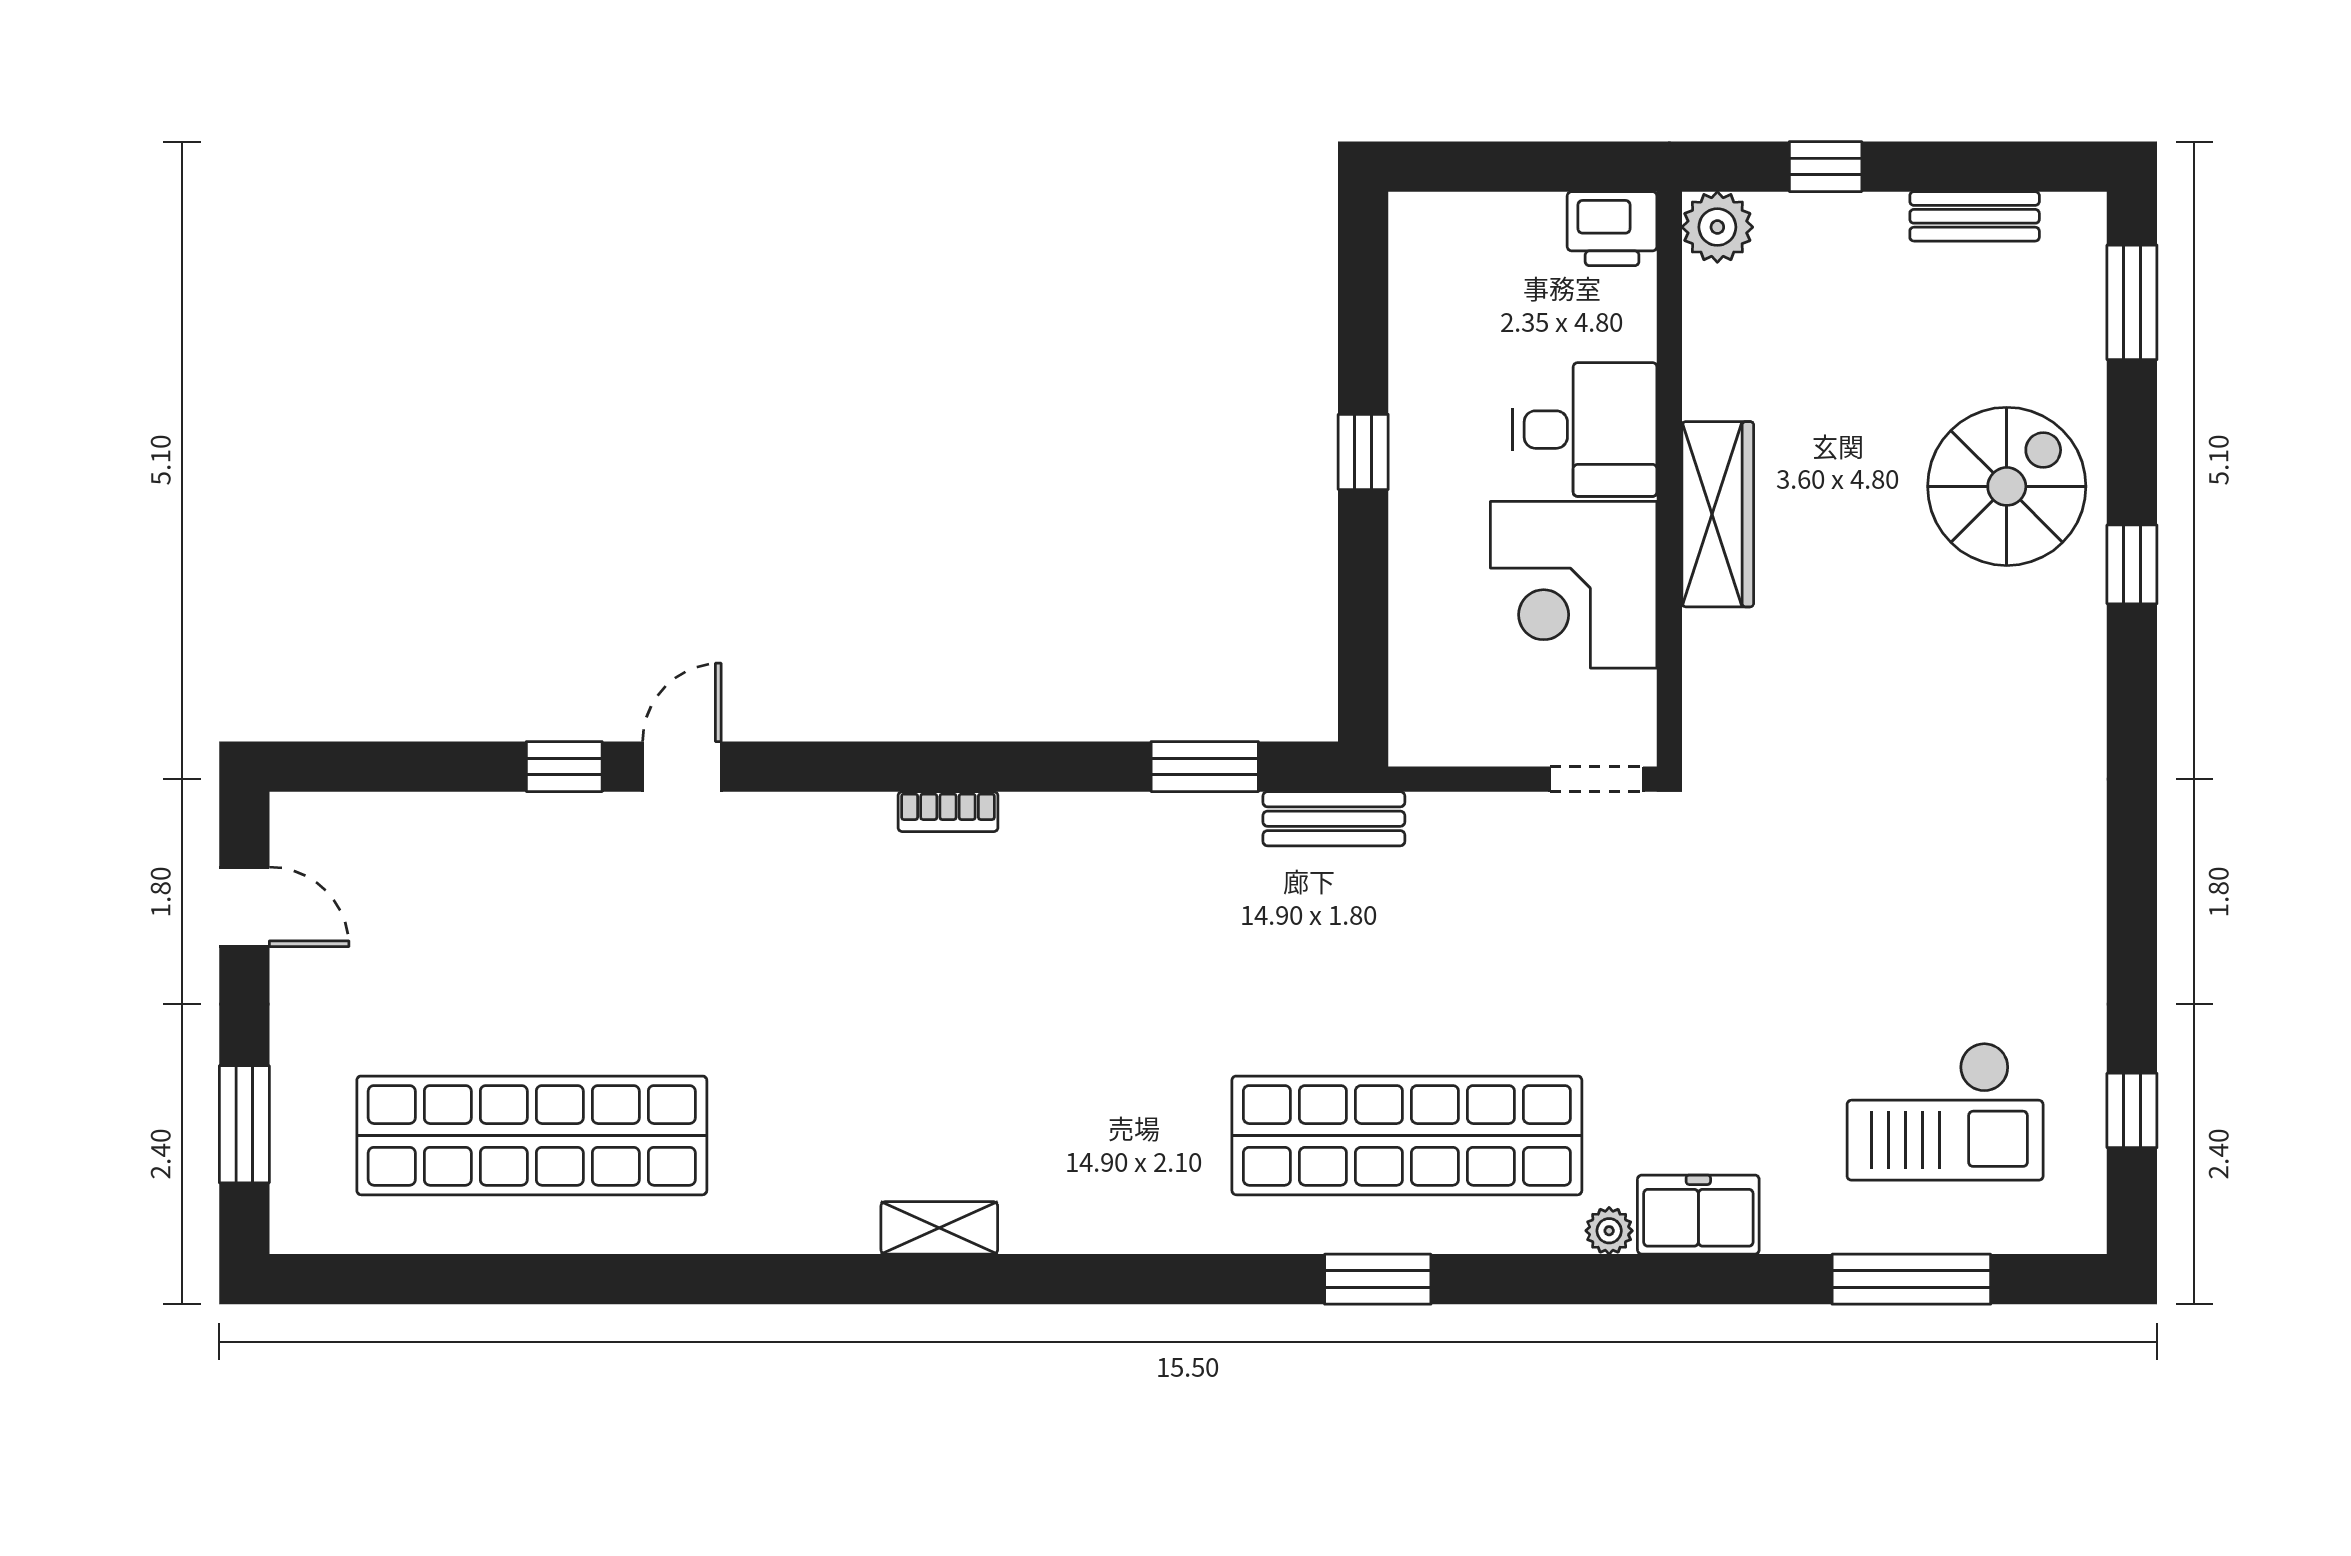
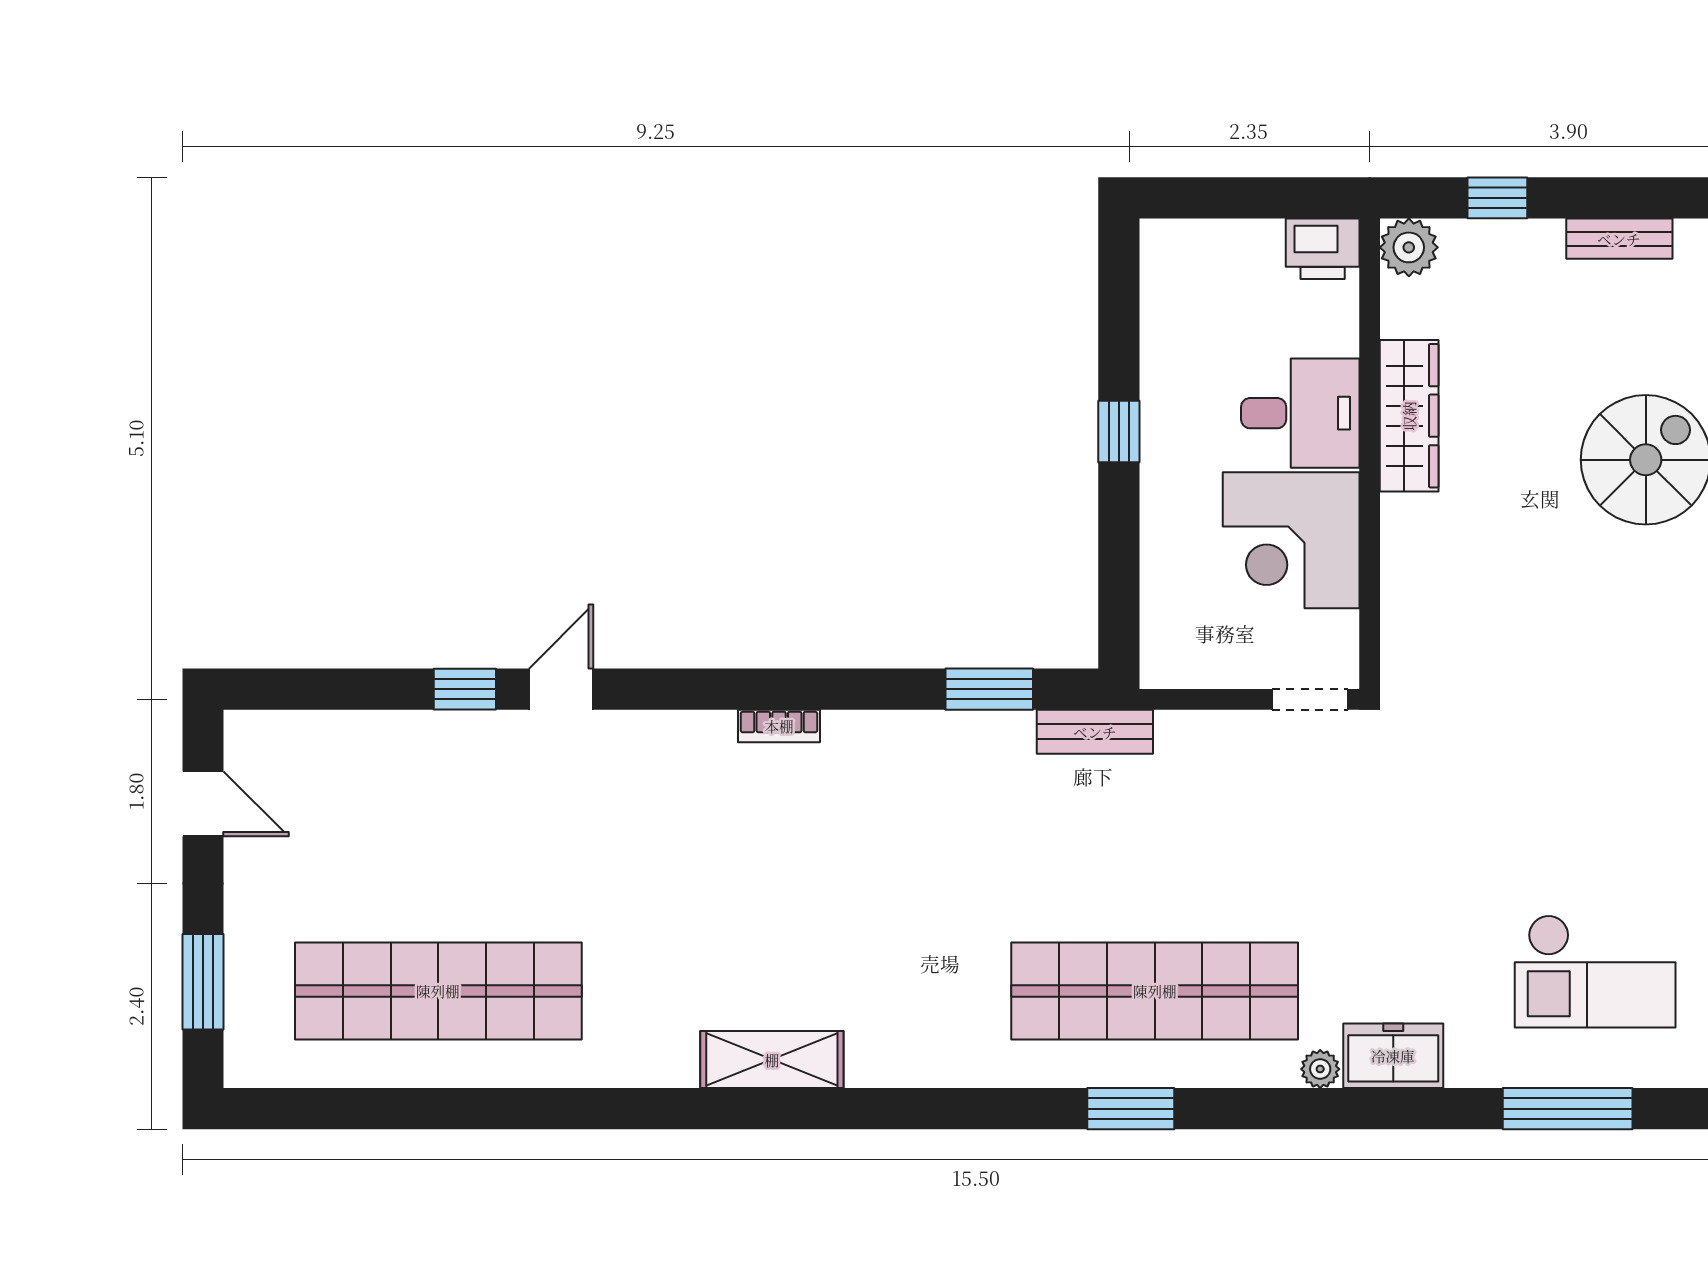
wardrobe: (1718, 514) -> (1409, 416), moved
shelving: (939, 1228) -> (772, 1060), width x1.50, depth x1.33

